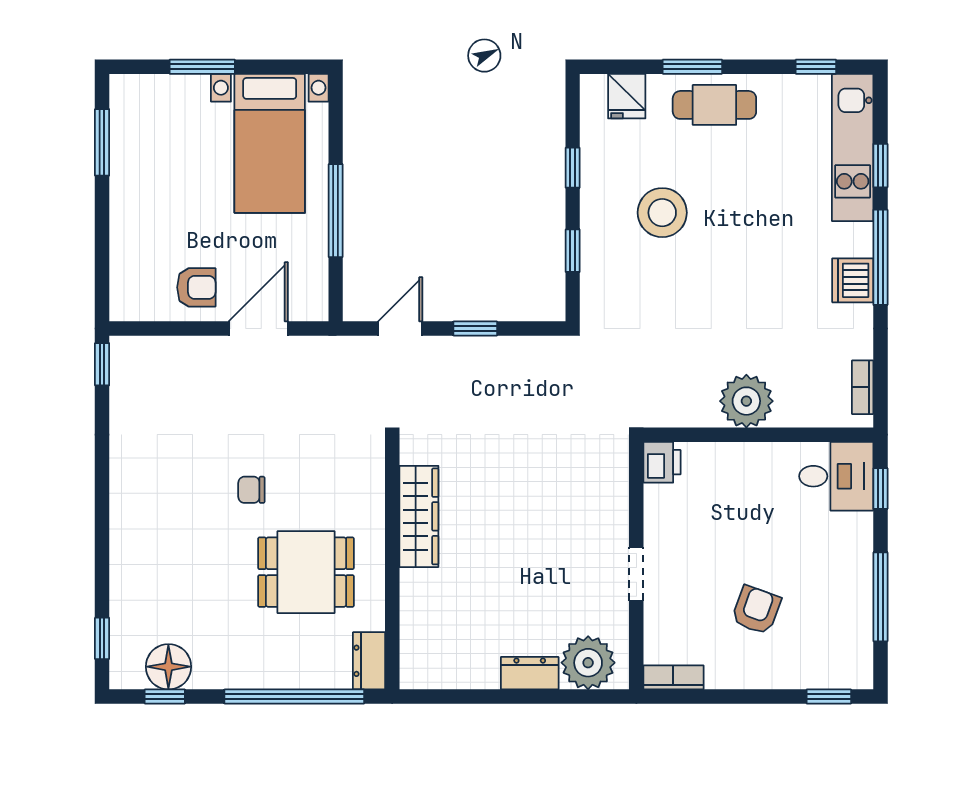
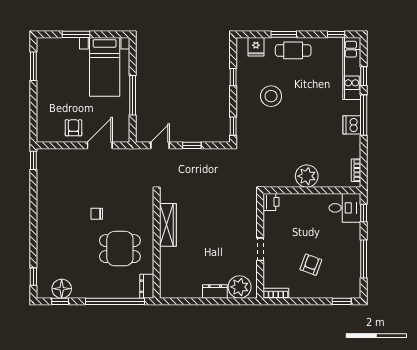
window: (573, 251) -> (233, 126), moved
armchair: (196, 287) -> (73, 128), turned -90

